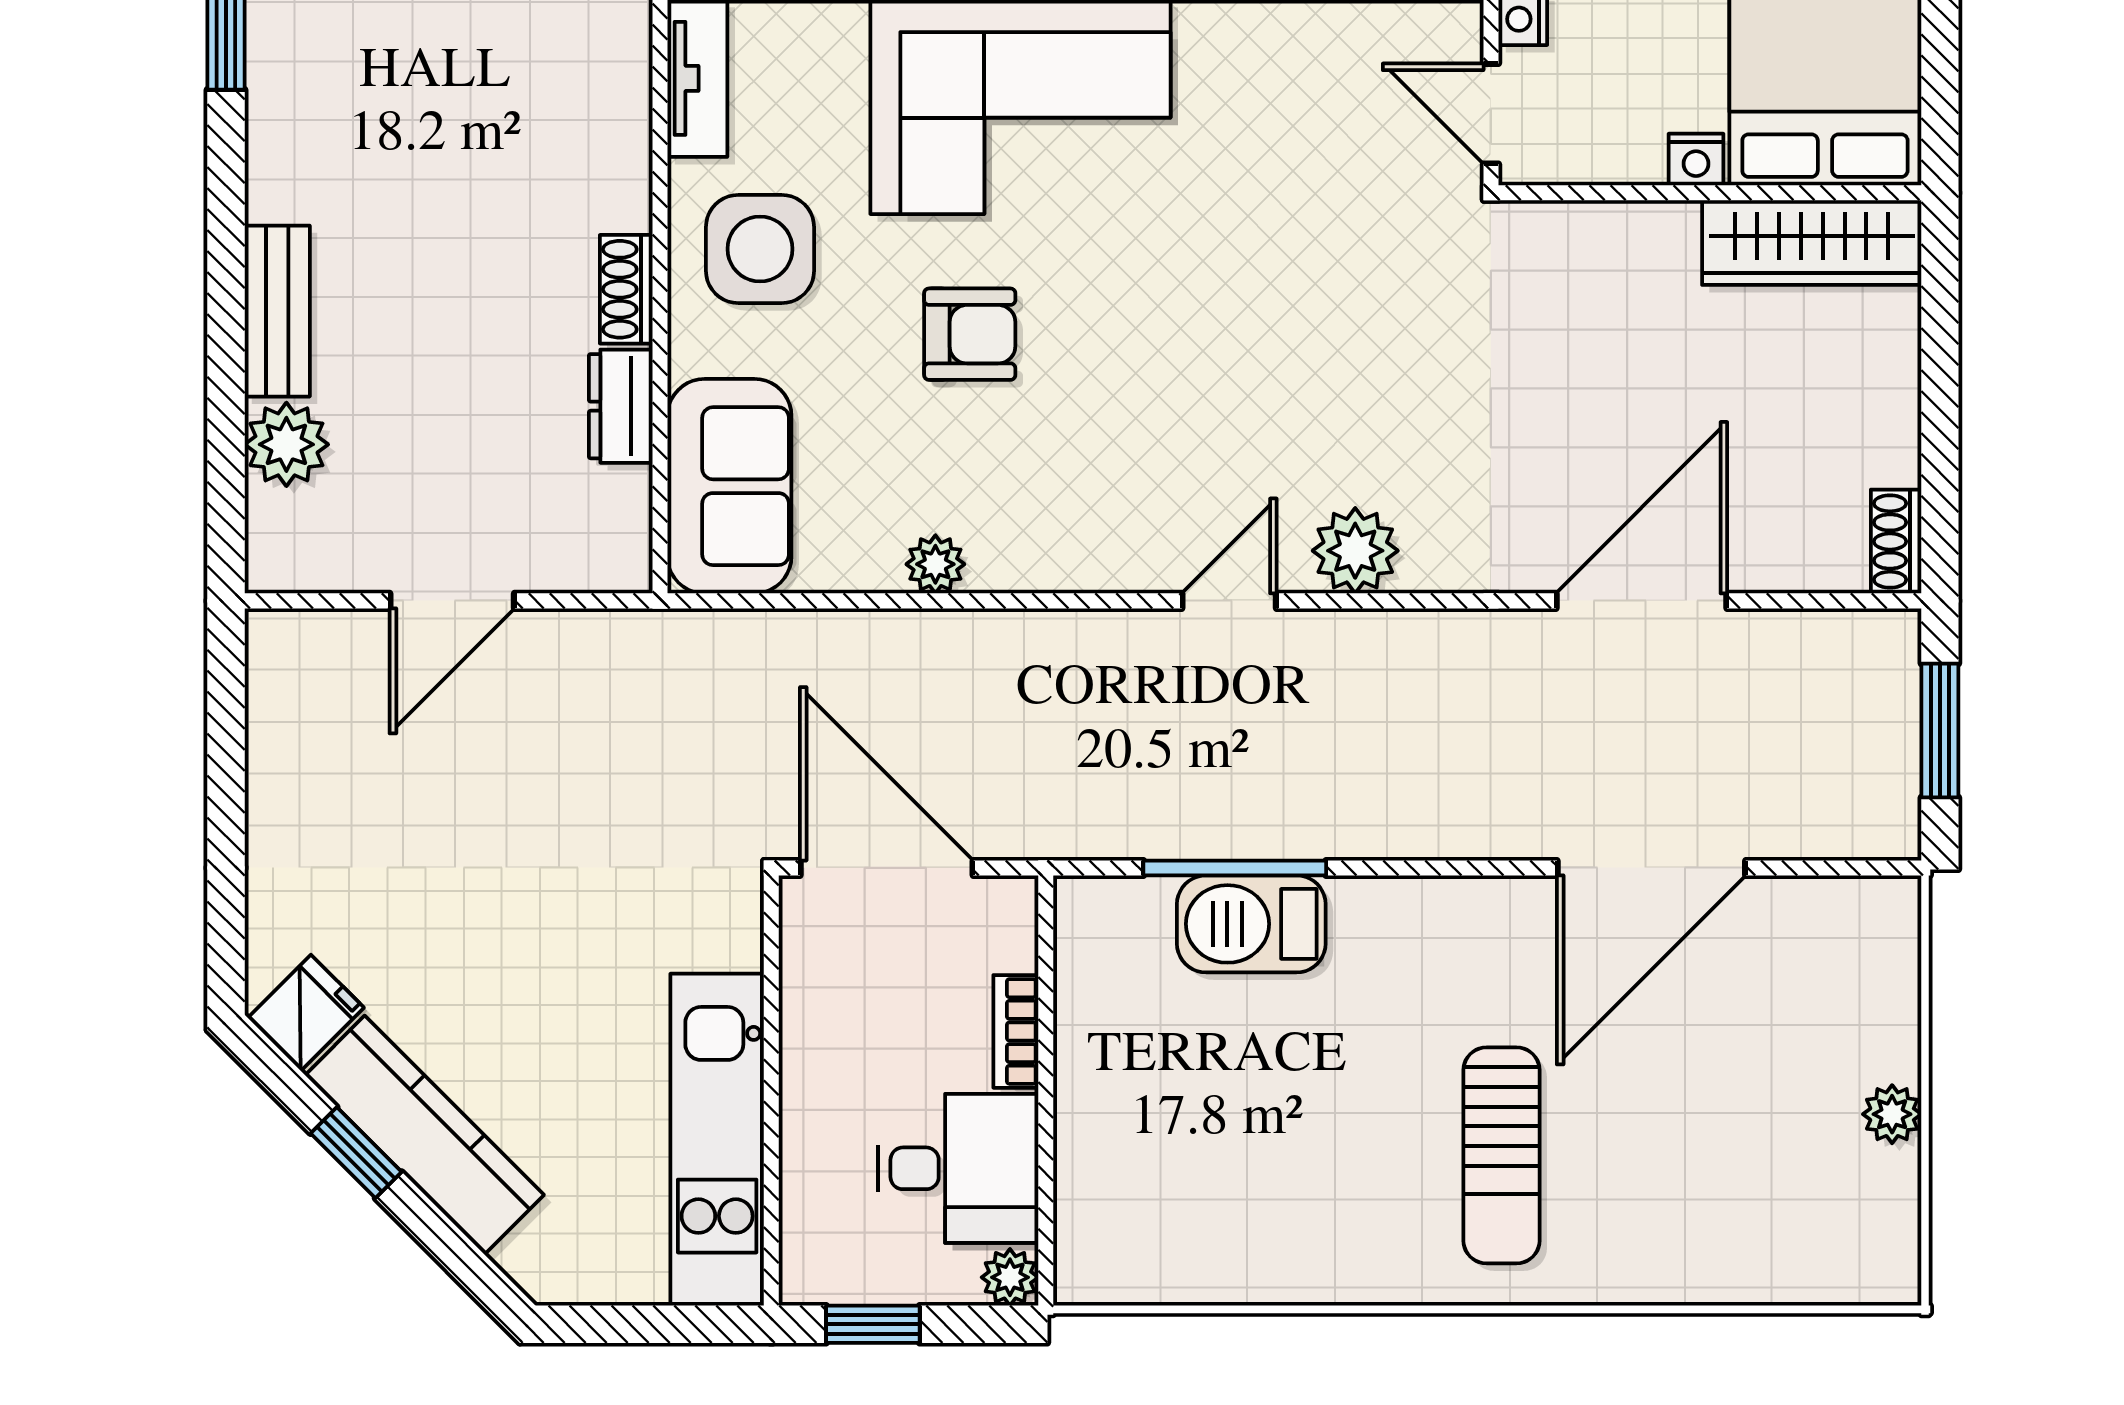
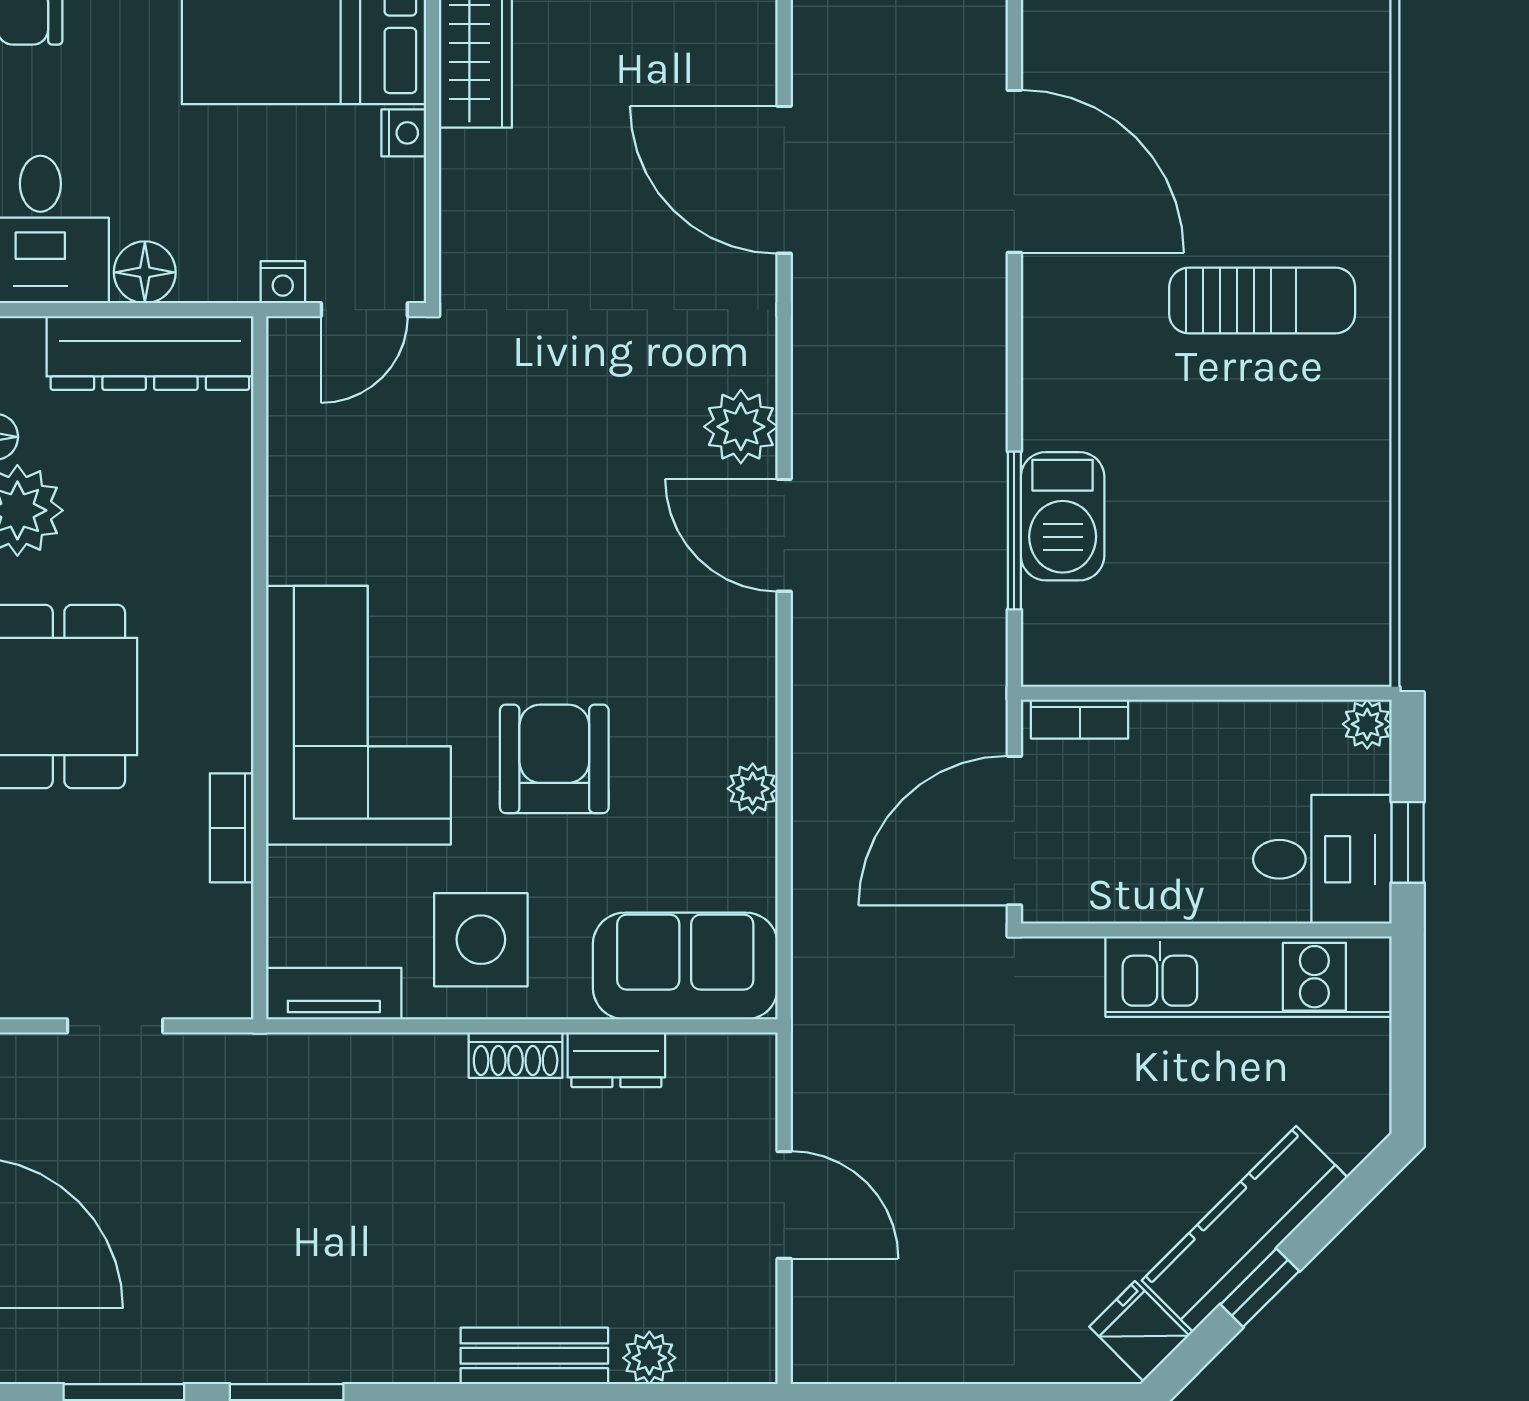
armchair: (970, 334) -> (554, 759), width x1.38, depth x1.38
plant: (286, 444) -> (649, 1358), width x0.73, depth x0.73
door: (1229, 601) -> (784, 535), width x1.38
bookcase: (1016, 1031) -> (1080, 719), moved
desk: (958, 1168) -> (1322, 859), moved, turned 90

